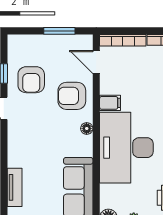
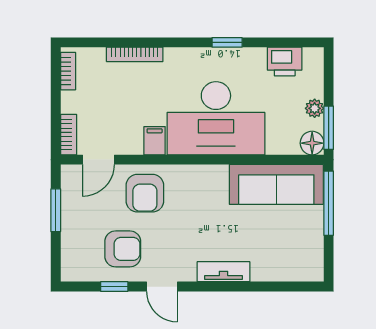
bookcase: (123, 40) -> (69, 135), width x0.64
floor lamp: (87, 128) -> (190, 173), removed
tv unit: (15, 187) -> (223, 272), moved

